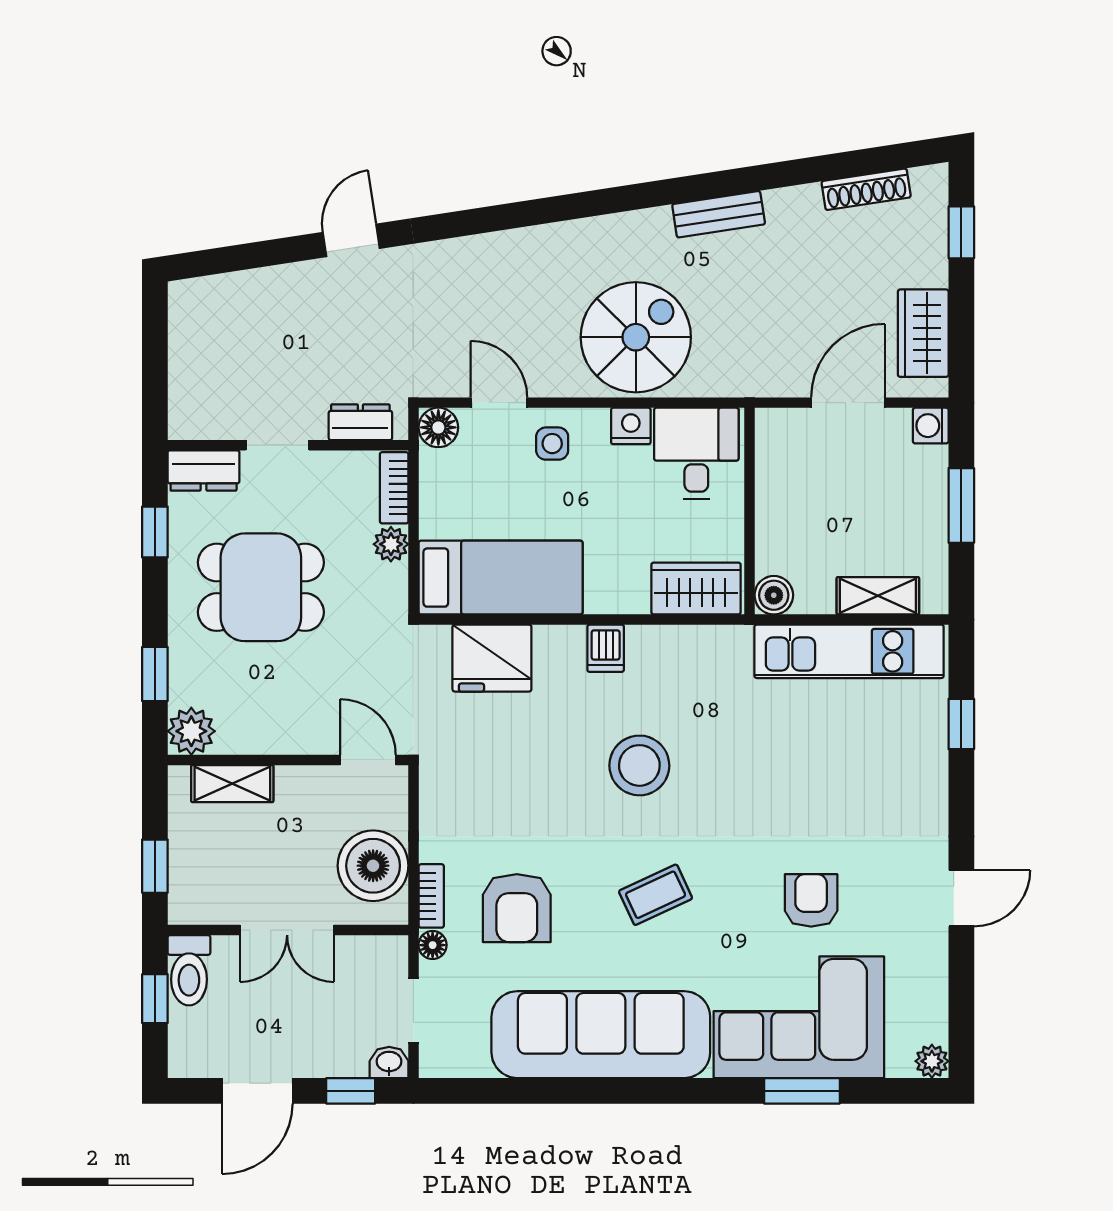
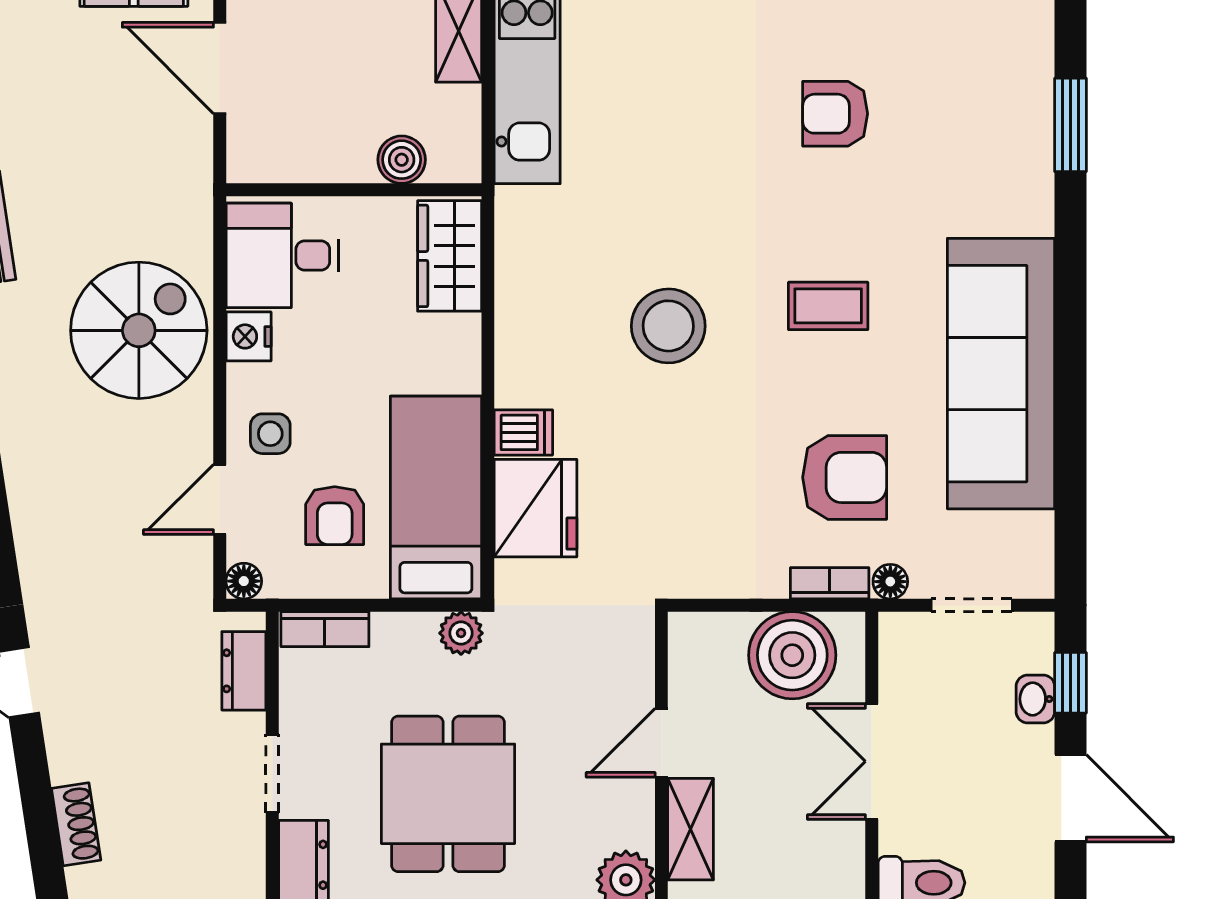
shoe rack: (236, 286) -> (76, 824), added
spiral stairs: (636, 337) -> (139, 330), turned 90
floor lamp: (438, 427) -> (244, 581), width x0.73, depth x0.73
armchair: (486, 496) -> (335, 516), added
plant: (391, 544) -> (461, 633), moved
boiler: (774, 595) -> (402, 160), moved
dishwasher: (606, 648) -> (523, 432), moved
door: (368, 760) -> (661, 743), moved
coffee table: (656, 895) -> (828, 306), turned -65
double door: (287, 930) -> (872, 761), swing flipped
corner sofa: (799, 1017) -> (980, 129), removed
washbasin: (389, 1062) -> (1035, 699), moved

